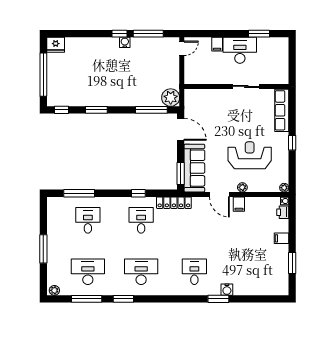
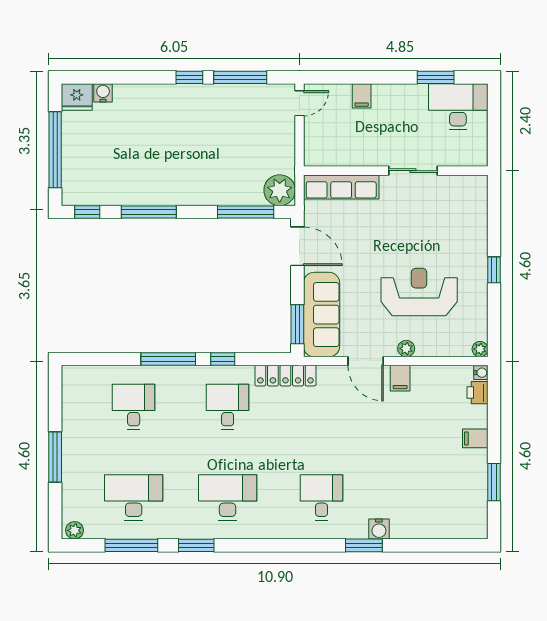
water cooler: (125, 42) -> (103, 93), moved
desk: (240, 50) -> (458, 107), moved
window: (96, 110) -> (149, 212), width x1.44
row of seats: (282, 110) -> (341, 187), moved, turned -90
window: (79, 193) -> (168, 359), moved

